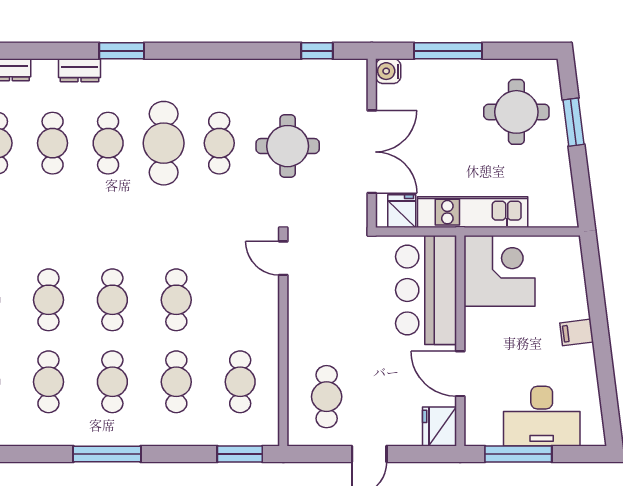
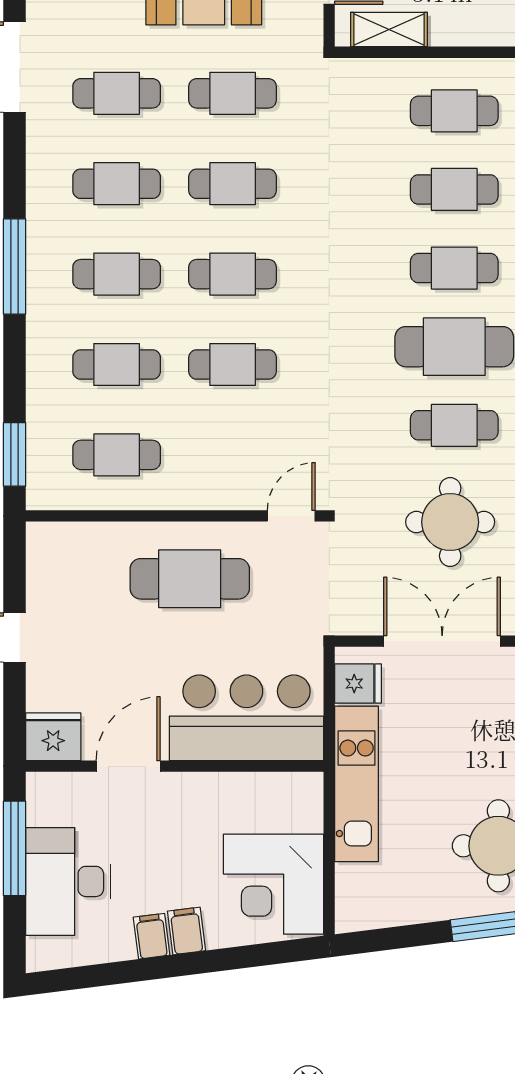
double door: (372, 152) -> (442, 641), swing flipped
corner desk: (500, 271) -> (274, 884), moved, turned 90
filing cabinet: (580, 357) -> (152, 936), added
cafe table: (327, 397) -> (190, 579), moved, width x1.37, depth x1.35

